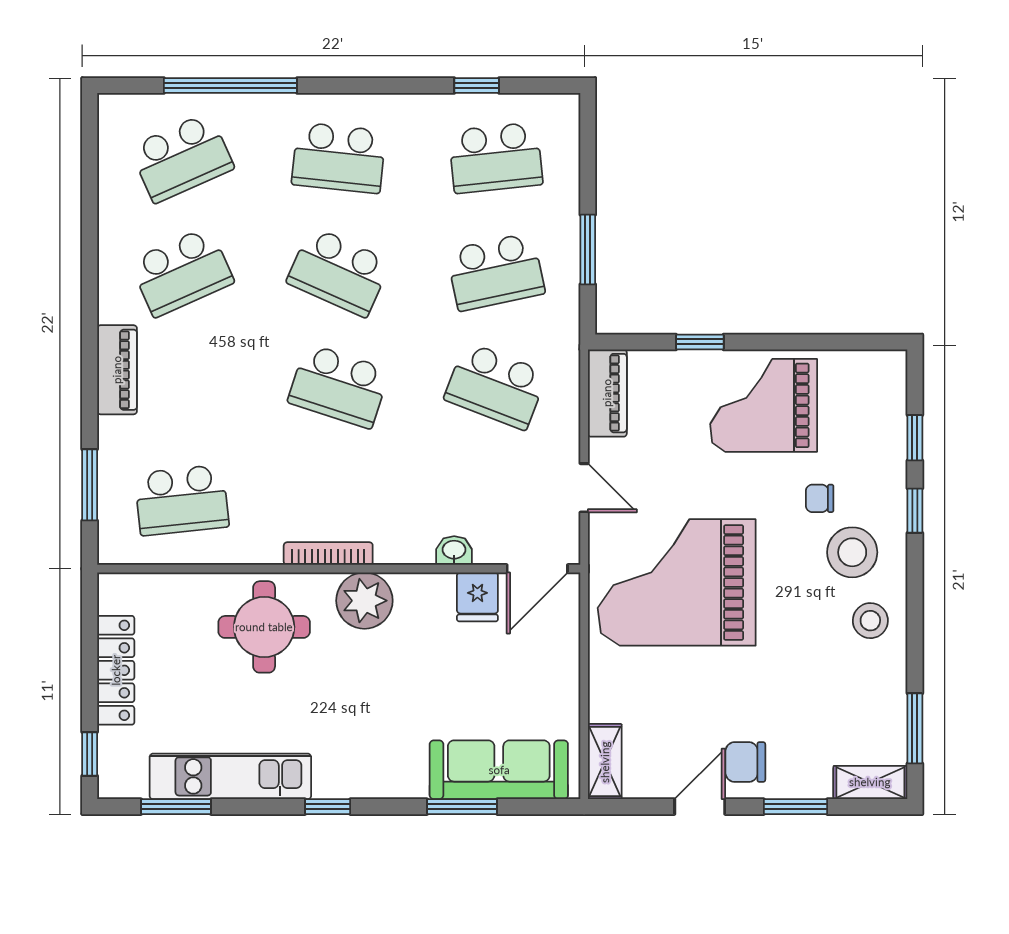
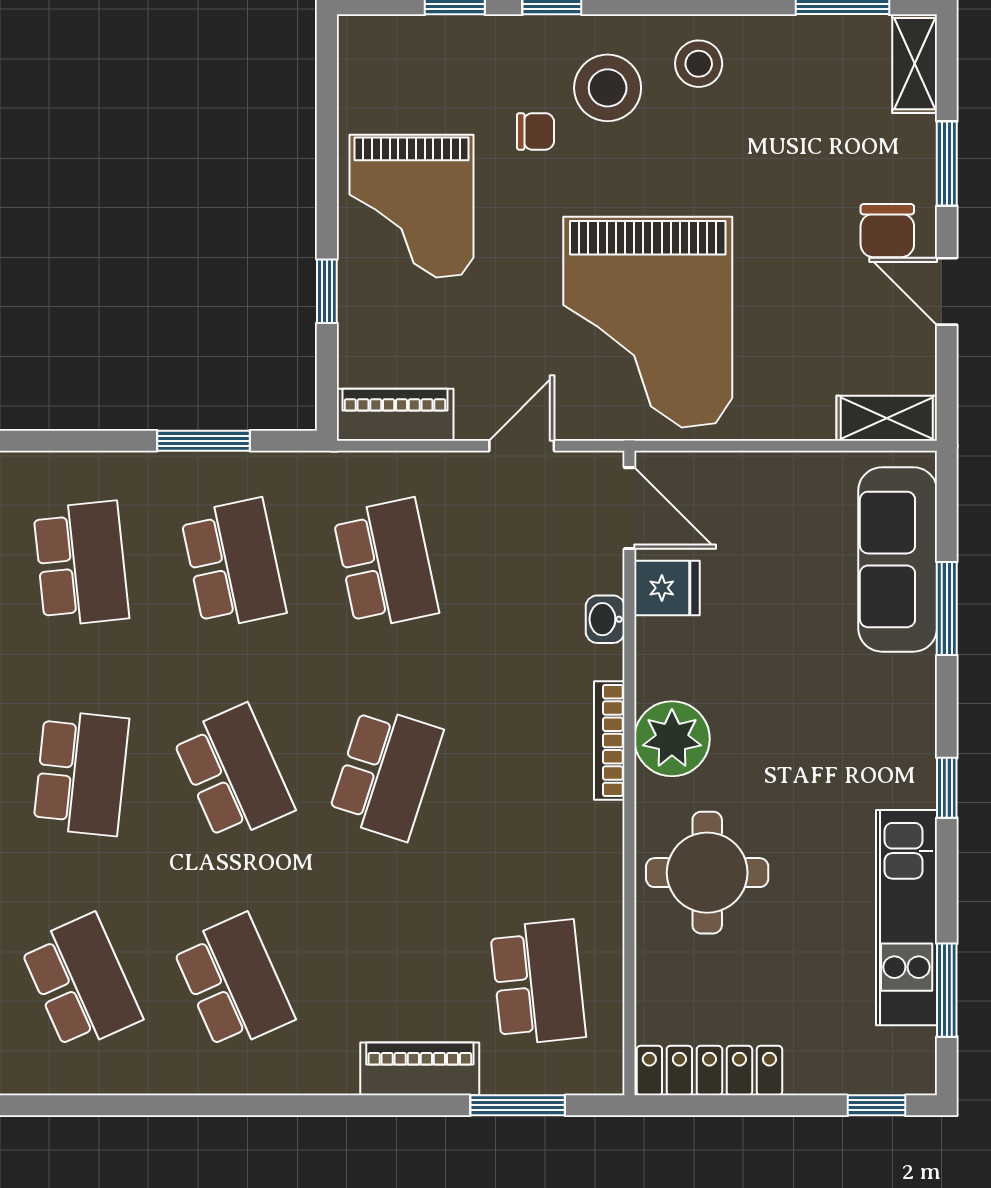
school desk: (339, 272) -> (233, 773), turned -48
piano: (117, 370) -> (420, 1069), moved
school desk: (496, 386) -> (386, 564), turned -33
chair: (820, 498) -> (536, 131), turned -90
bookcase: (328, 554) -> (609, 741), moved
locker: (116, 670) -> (709, 1071), moved

